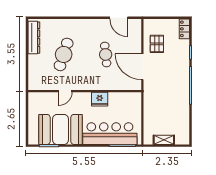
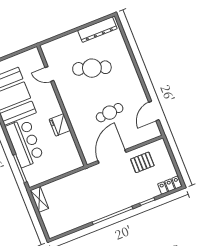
door: (65, 91) -> (49, 74), moved
bar counter: (110, 134) -> (25, 143), width x0.73
shelving: (164, 140) -> (39, 199), moved

